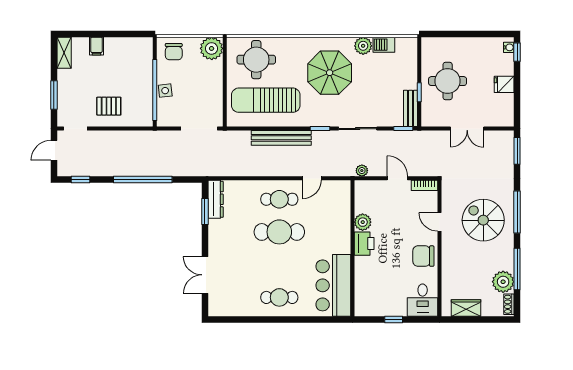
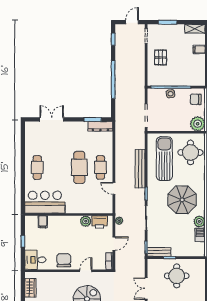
door: (54, 150) -> (132, 22), hinge flipped
printer: (364, 244) -> (100, 222), moved
filing cabinet: (364, 289) -> (43, 222), added

